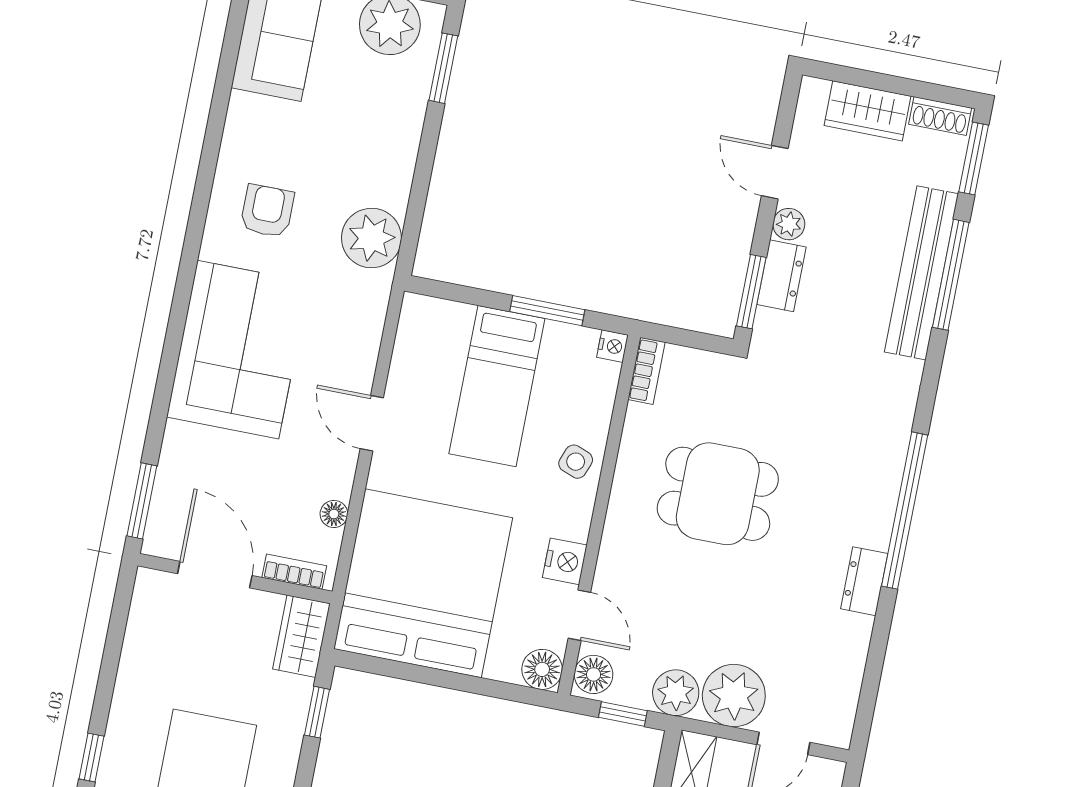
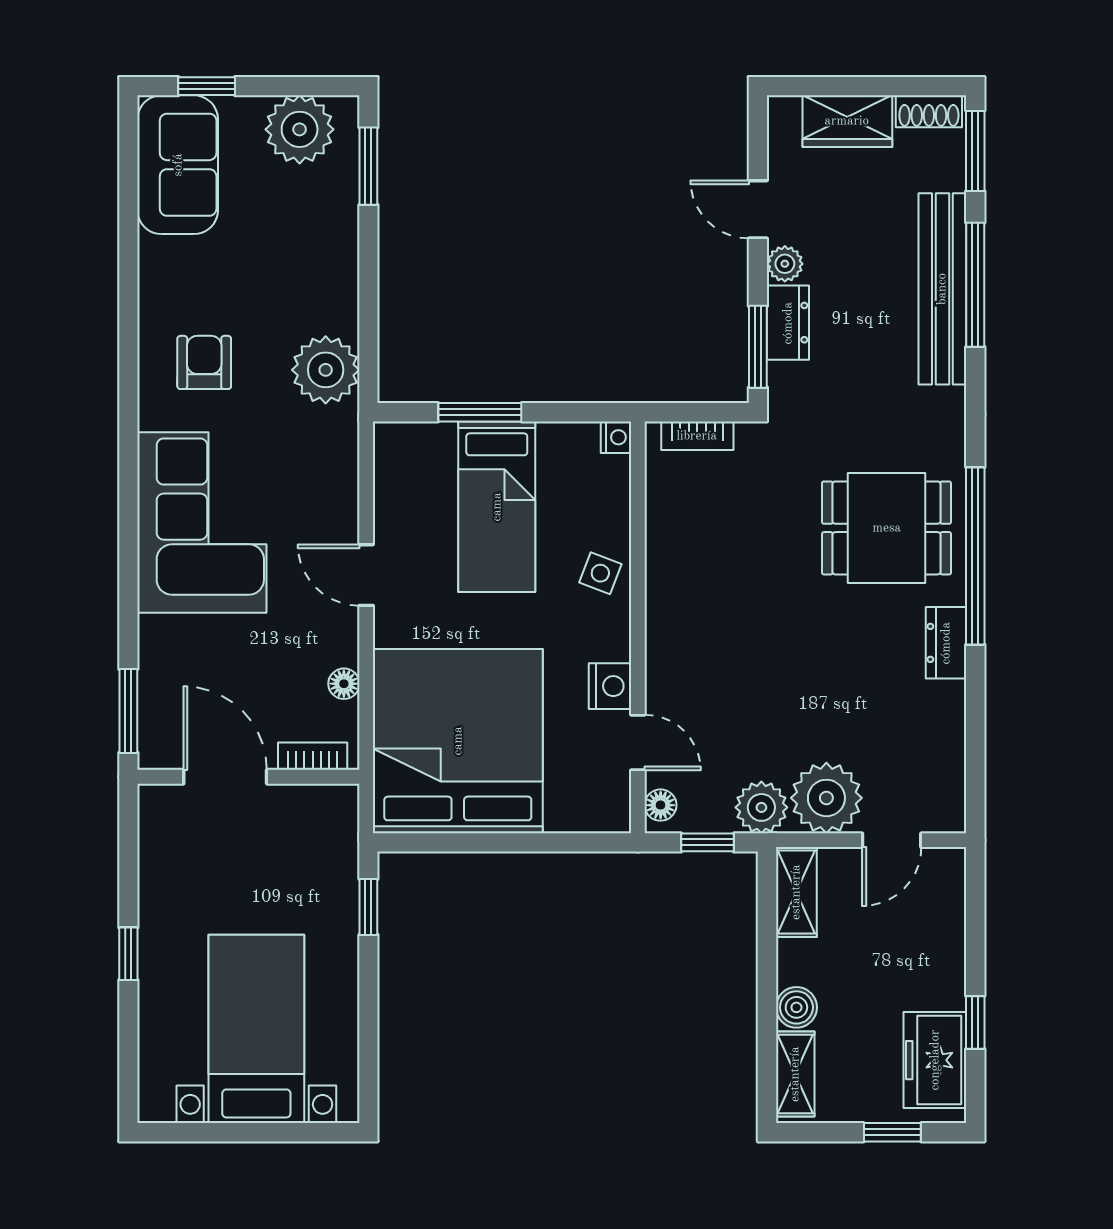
window: (547, 311) -> (480, 412), moved
bookcase: (646, 371) -> (697, 436), moved, turned 90
dining table: (718, 494) -> (887, 528), moved
wardrobe: (301, 636) -> (335, 826), removed
floor lamp: (542, 669) -> (608, 811), removed
floor lamp: (594, 674) -> (661, 805), width x0.73, depth x0.73
window: (92, 758) -> (128, 954), moved

